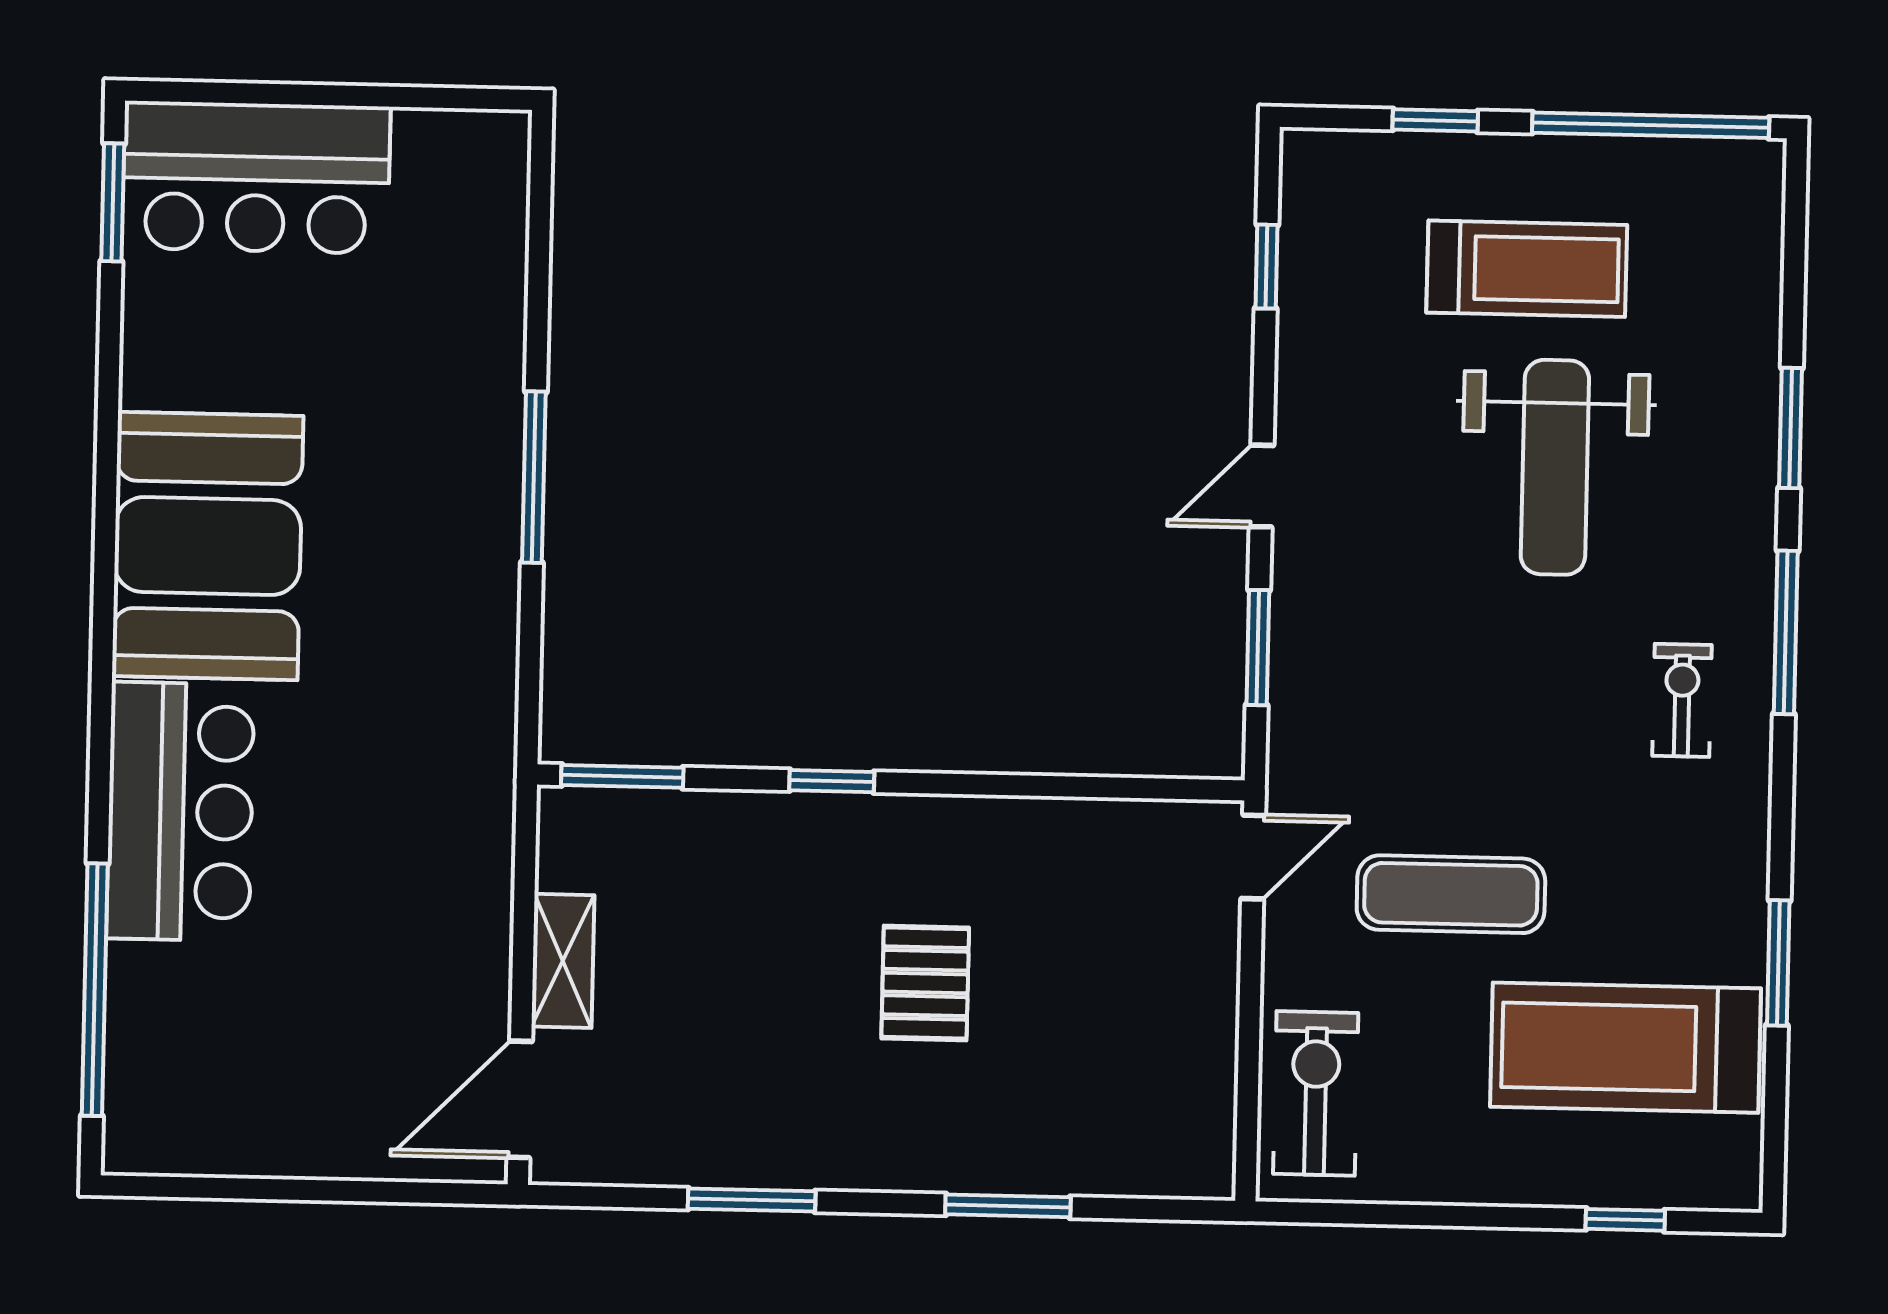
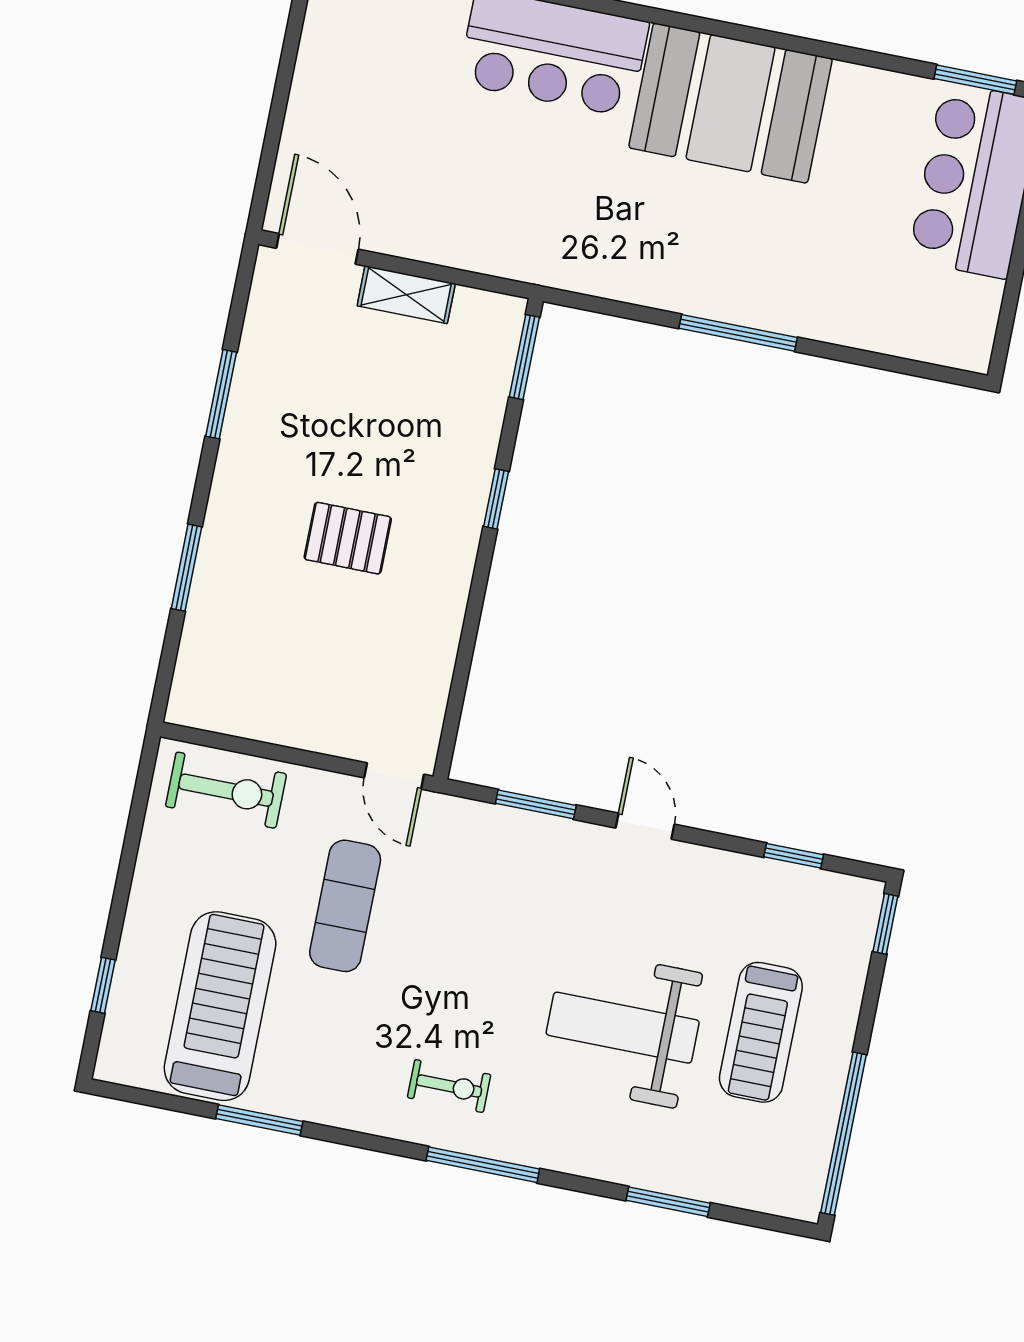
window: (1435, 120) -> (885, 924), moved
window: (1790, 428) -> (668, 1202), moved

